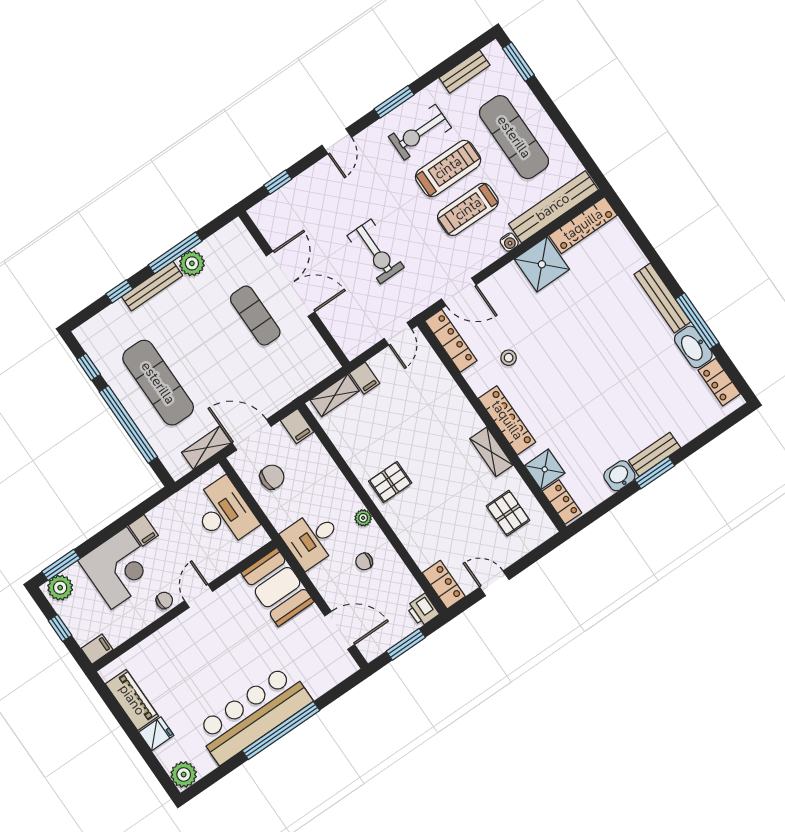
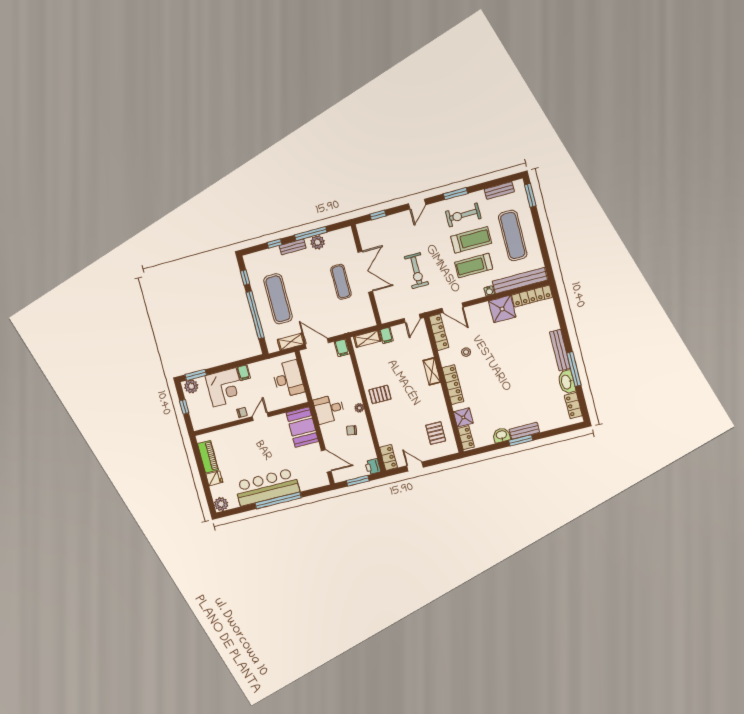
bench: (152, 286) -> (293, 247), width x0.73
shelving: (491, 452) -> (432, 371), moved
chair: (272, 477) -> (320, 369), removed
filing cabinet: (97, 649) -> (199, 424), removed

